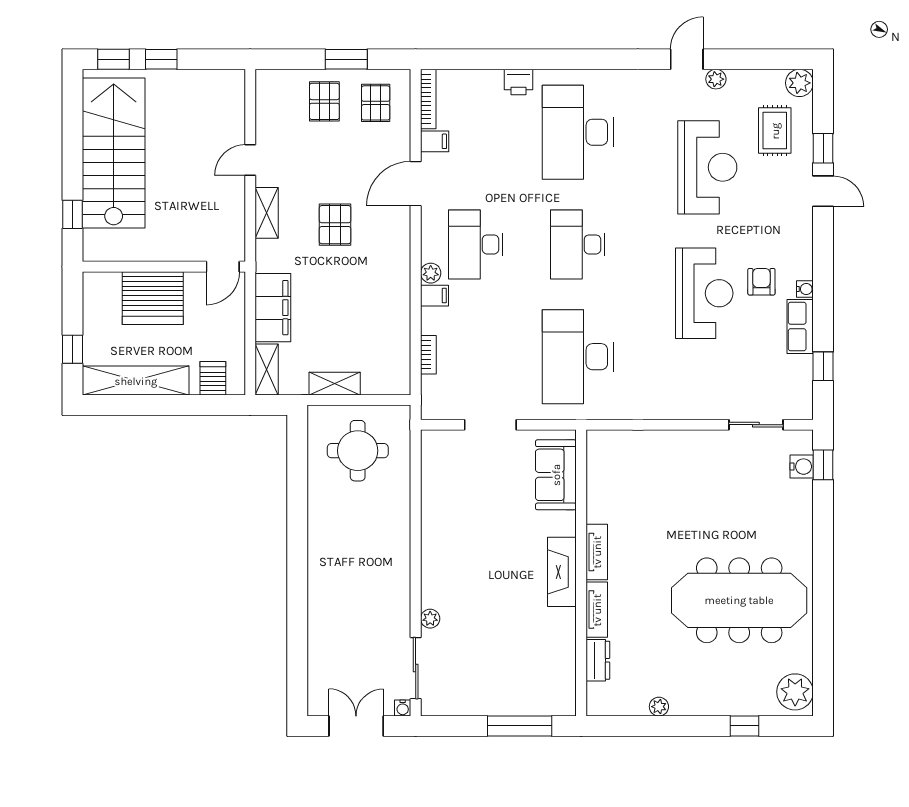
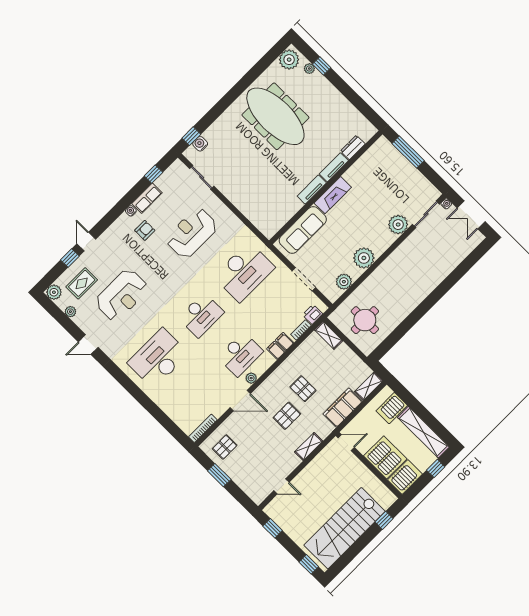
window: (161, 59) -> (273, 528), moved
plant: (716, 79) -> (70, 312), moved
printer: (518, 82) -> (313, 314), moved, turned -90
pallet: (324, 101) -> (303, 389), moved, turned 90
desk: (578, 132) -> (158, 358), turned 180
filing cabinet: (435, 141) -> (285, 341), moved
door: (250, 160) -> (281, 486), moved
reception desk: (707, 167) -> (122, 295), turned 180
plant: (431, 273) -> (251, 378), moved
armchair: (761, 282) -> (145, 230), turned 180
reception desk: (704, 293) -> (192, 233), moved
server rack: (101, 298) -> (405, 477), added
server rack: (213, 378) -> (392, 408), width x1.36, depth x1.44
shelving: (335, 384) -> (329, 335), moved
plant: (435, 474) -> (344, 282), added
sofa: (556, 475) -> (303, 230), width x1.36
plant: (440, 530) -> (364, 258), added
plant: (430, 619) -> (398, 225), width x1.88, depth x1.88
plant: (659, 707) -> (309, 69), moved

